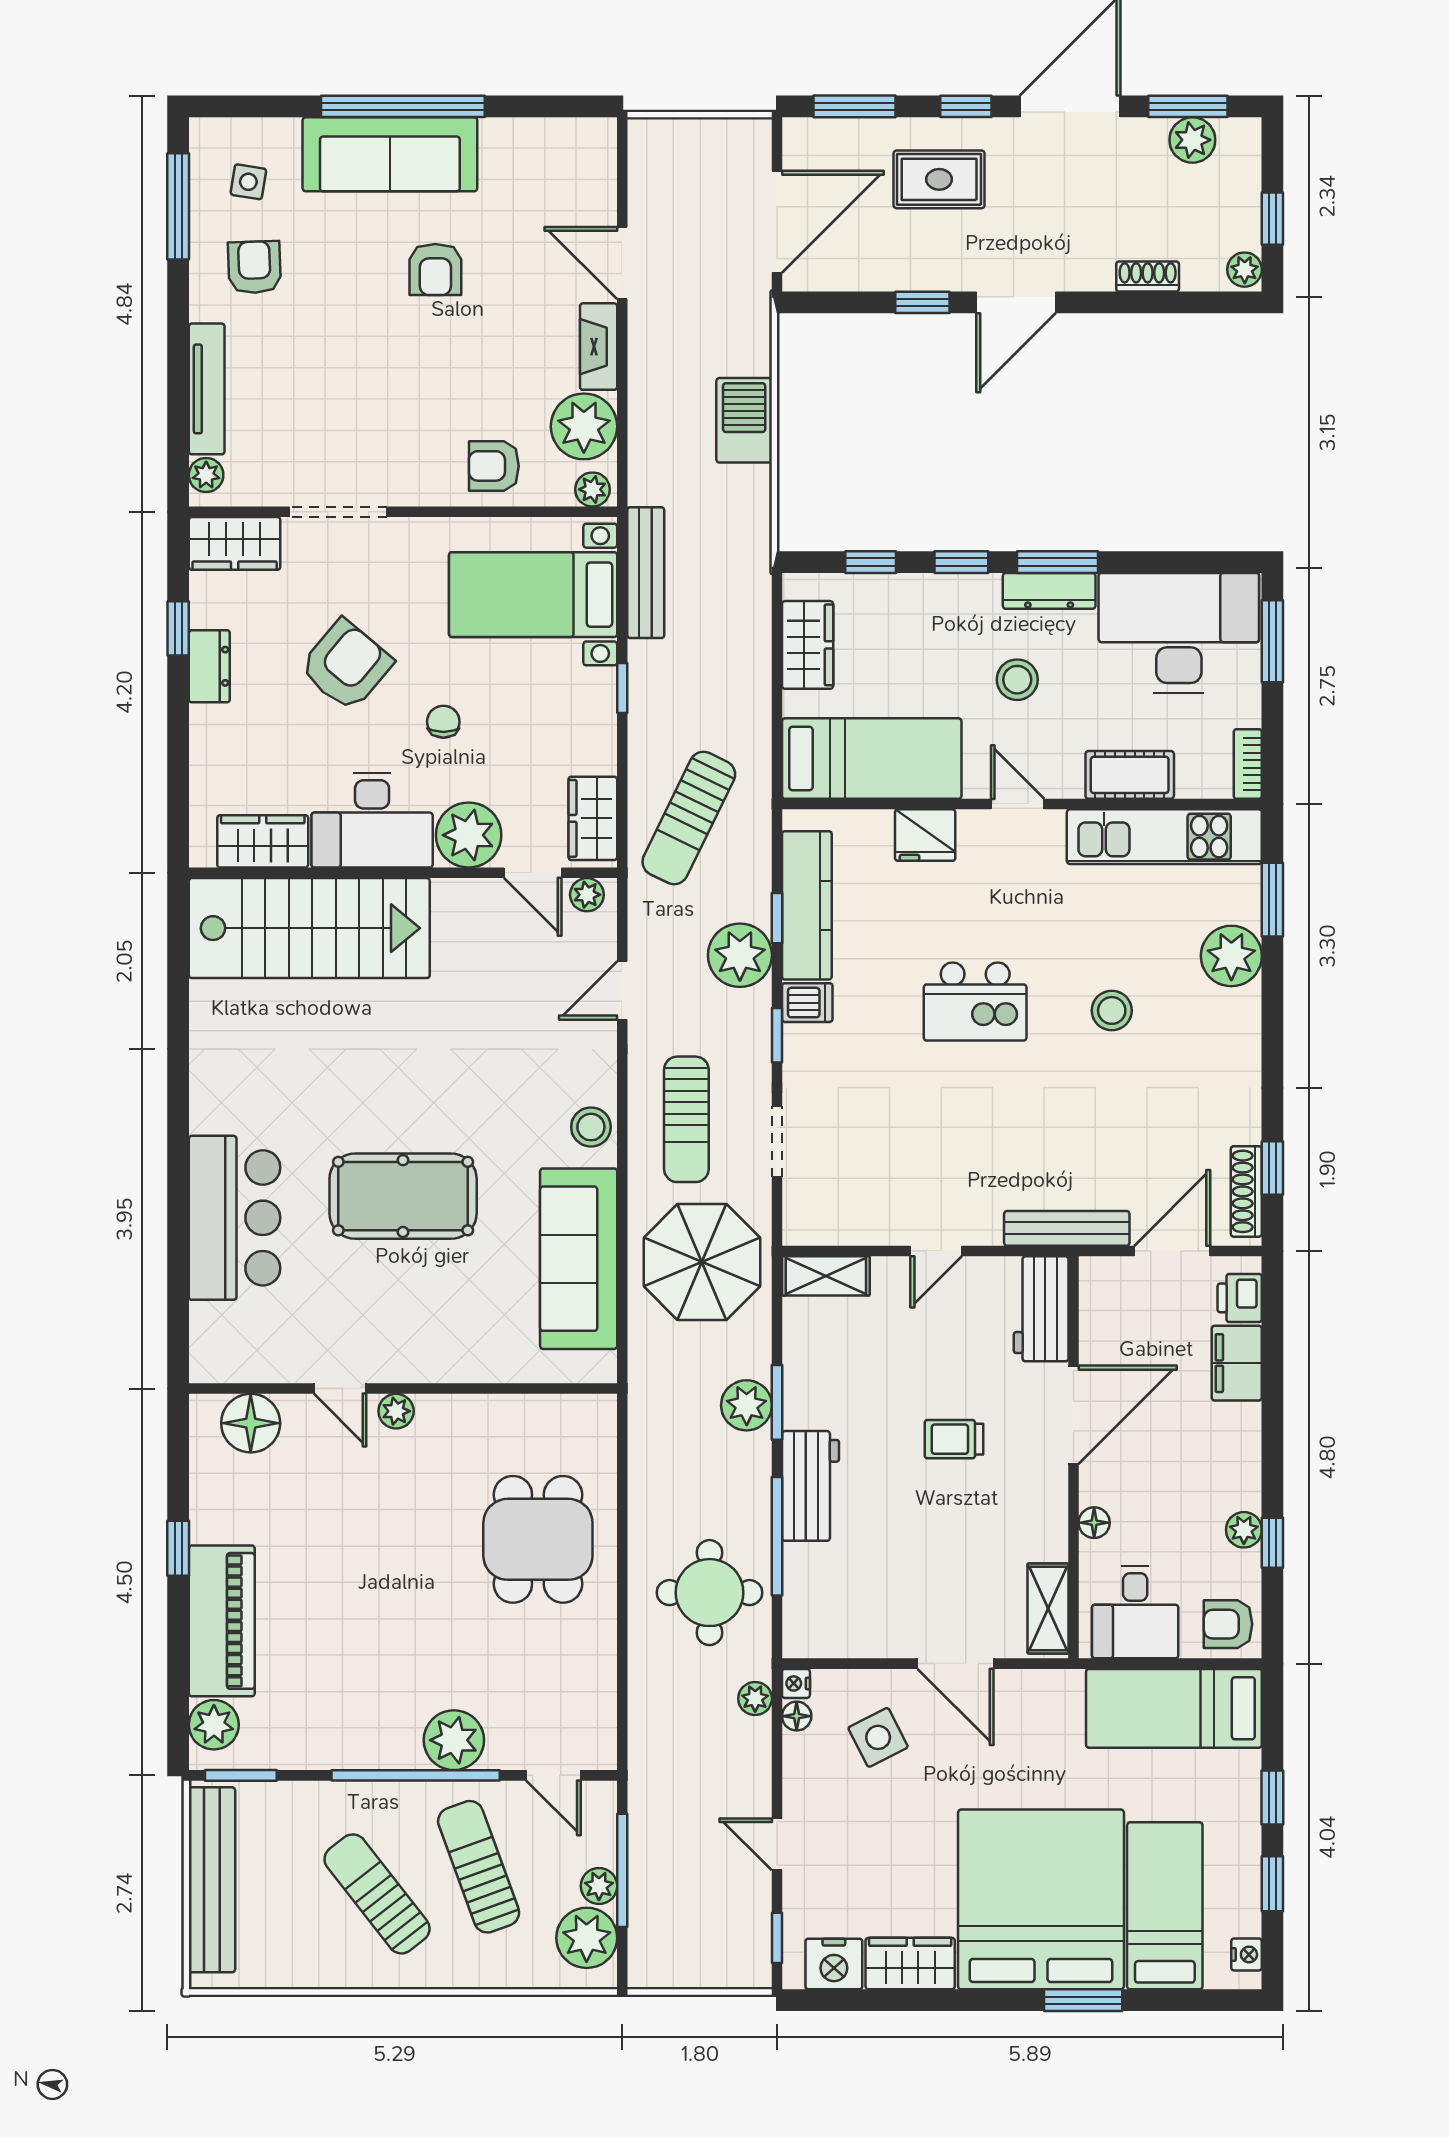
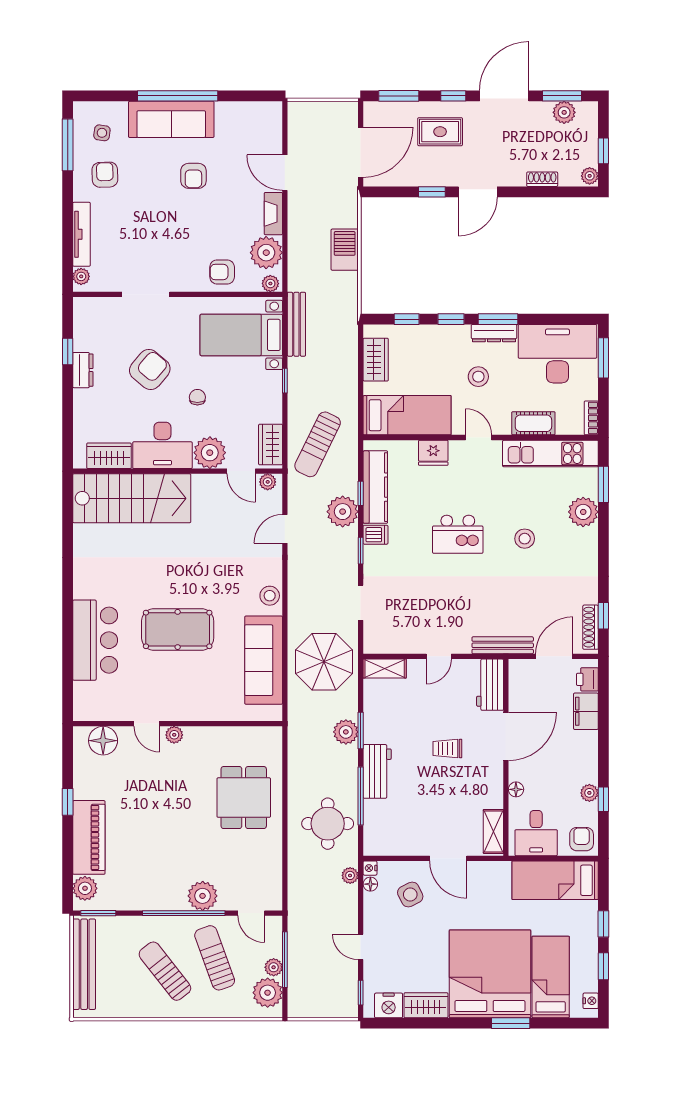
wardrobe: (235, 543) -> (95, 310), removed
sun lounger: (686, 1119) -> (316, 592), removed
armchair: (1228, 1624) -> (582, 839), turned 90

